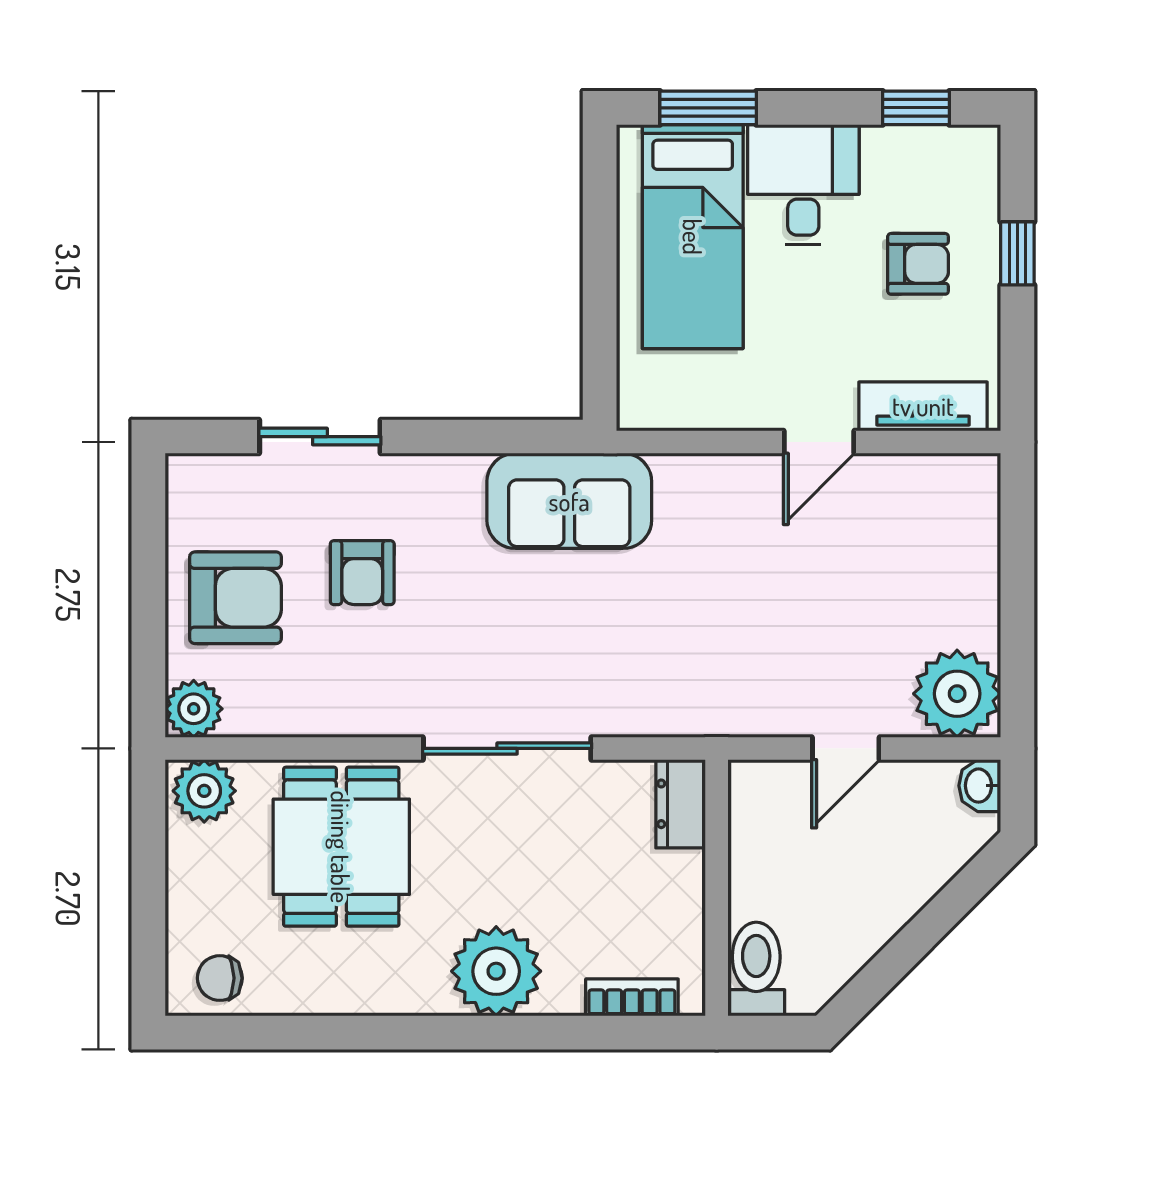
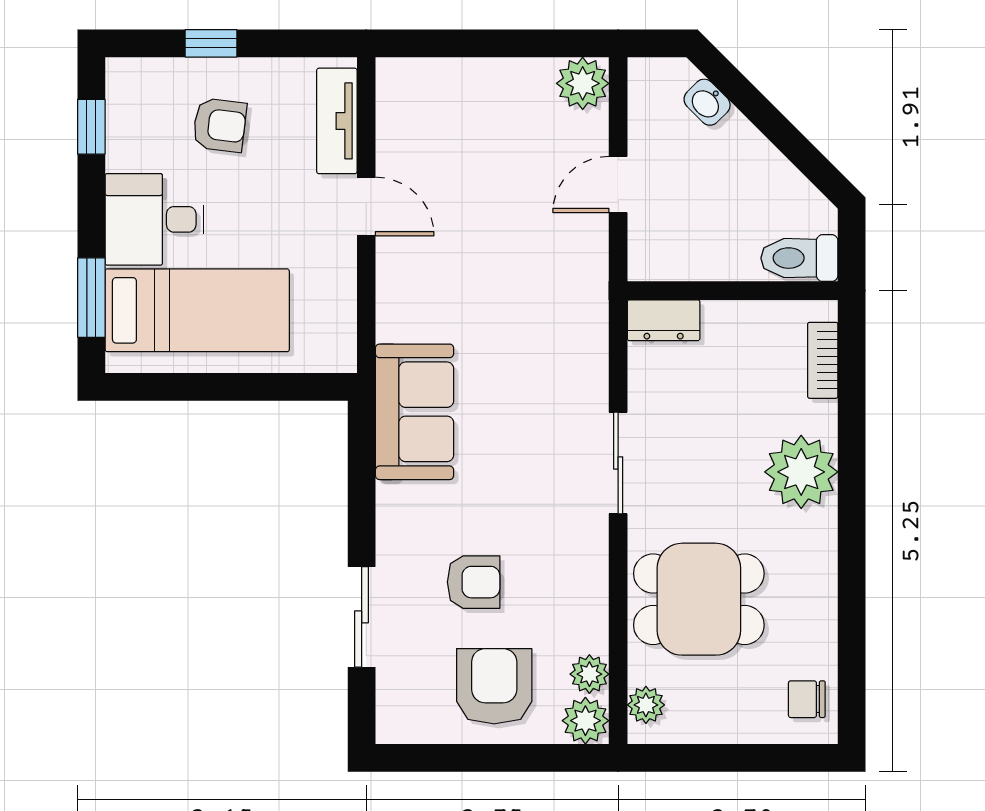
armchair: (918, 264) -> (220, 125), turned 97
plant: (957, 694) -> (583, 83), width x0.73, depth x0.73
plant: (250, 714) -> (589, 674), added
sliding door: (507, 748) -> (618, 463), width x0.73
door: (846, 748) -> (618, 185), swing flipped
washbasin: (980, 786) -> (707, 102), moved, turned 45
plant: (204, 791) -> (646, 705), width x0.73, depth x0.73
chair: (220, 978) -> (807, 699), turned 90

